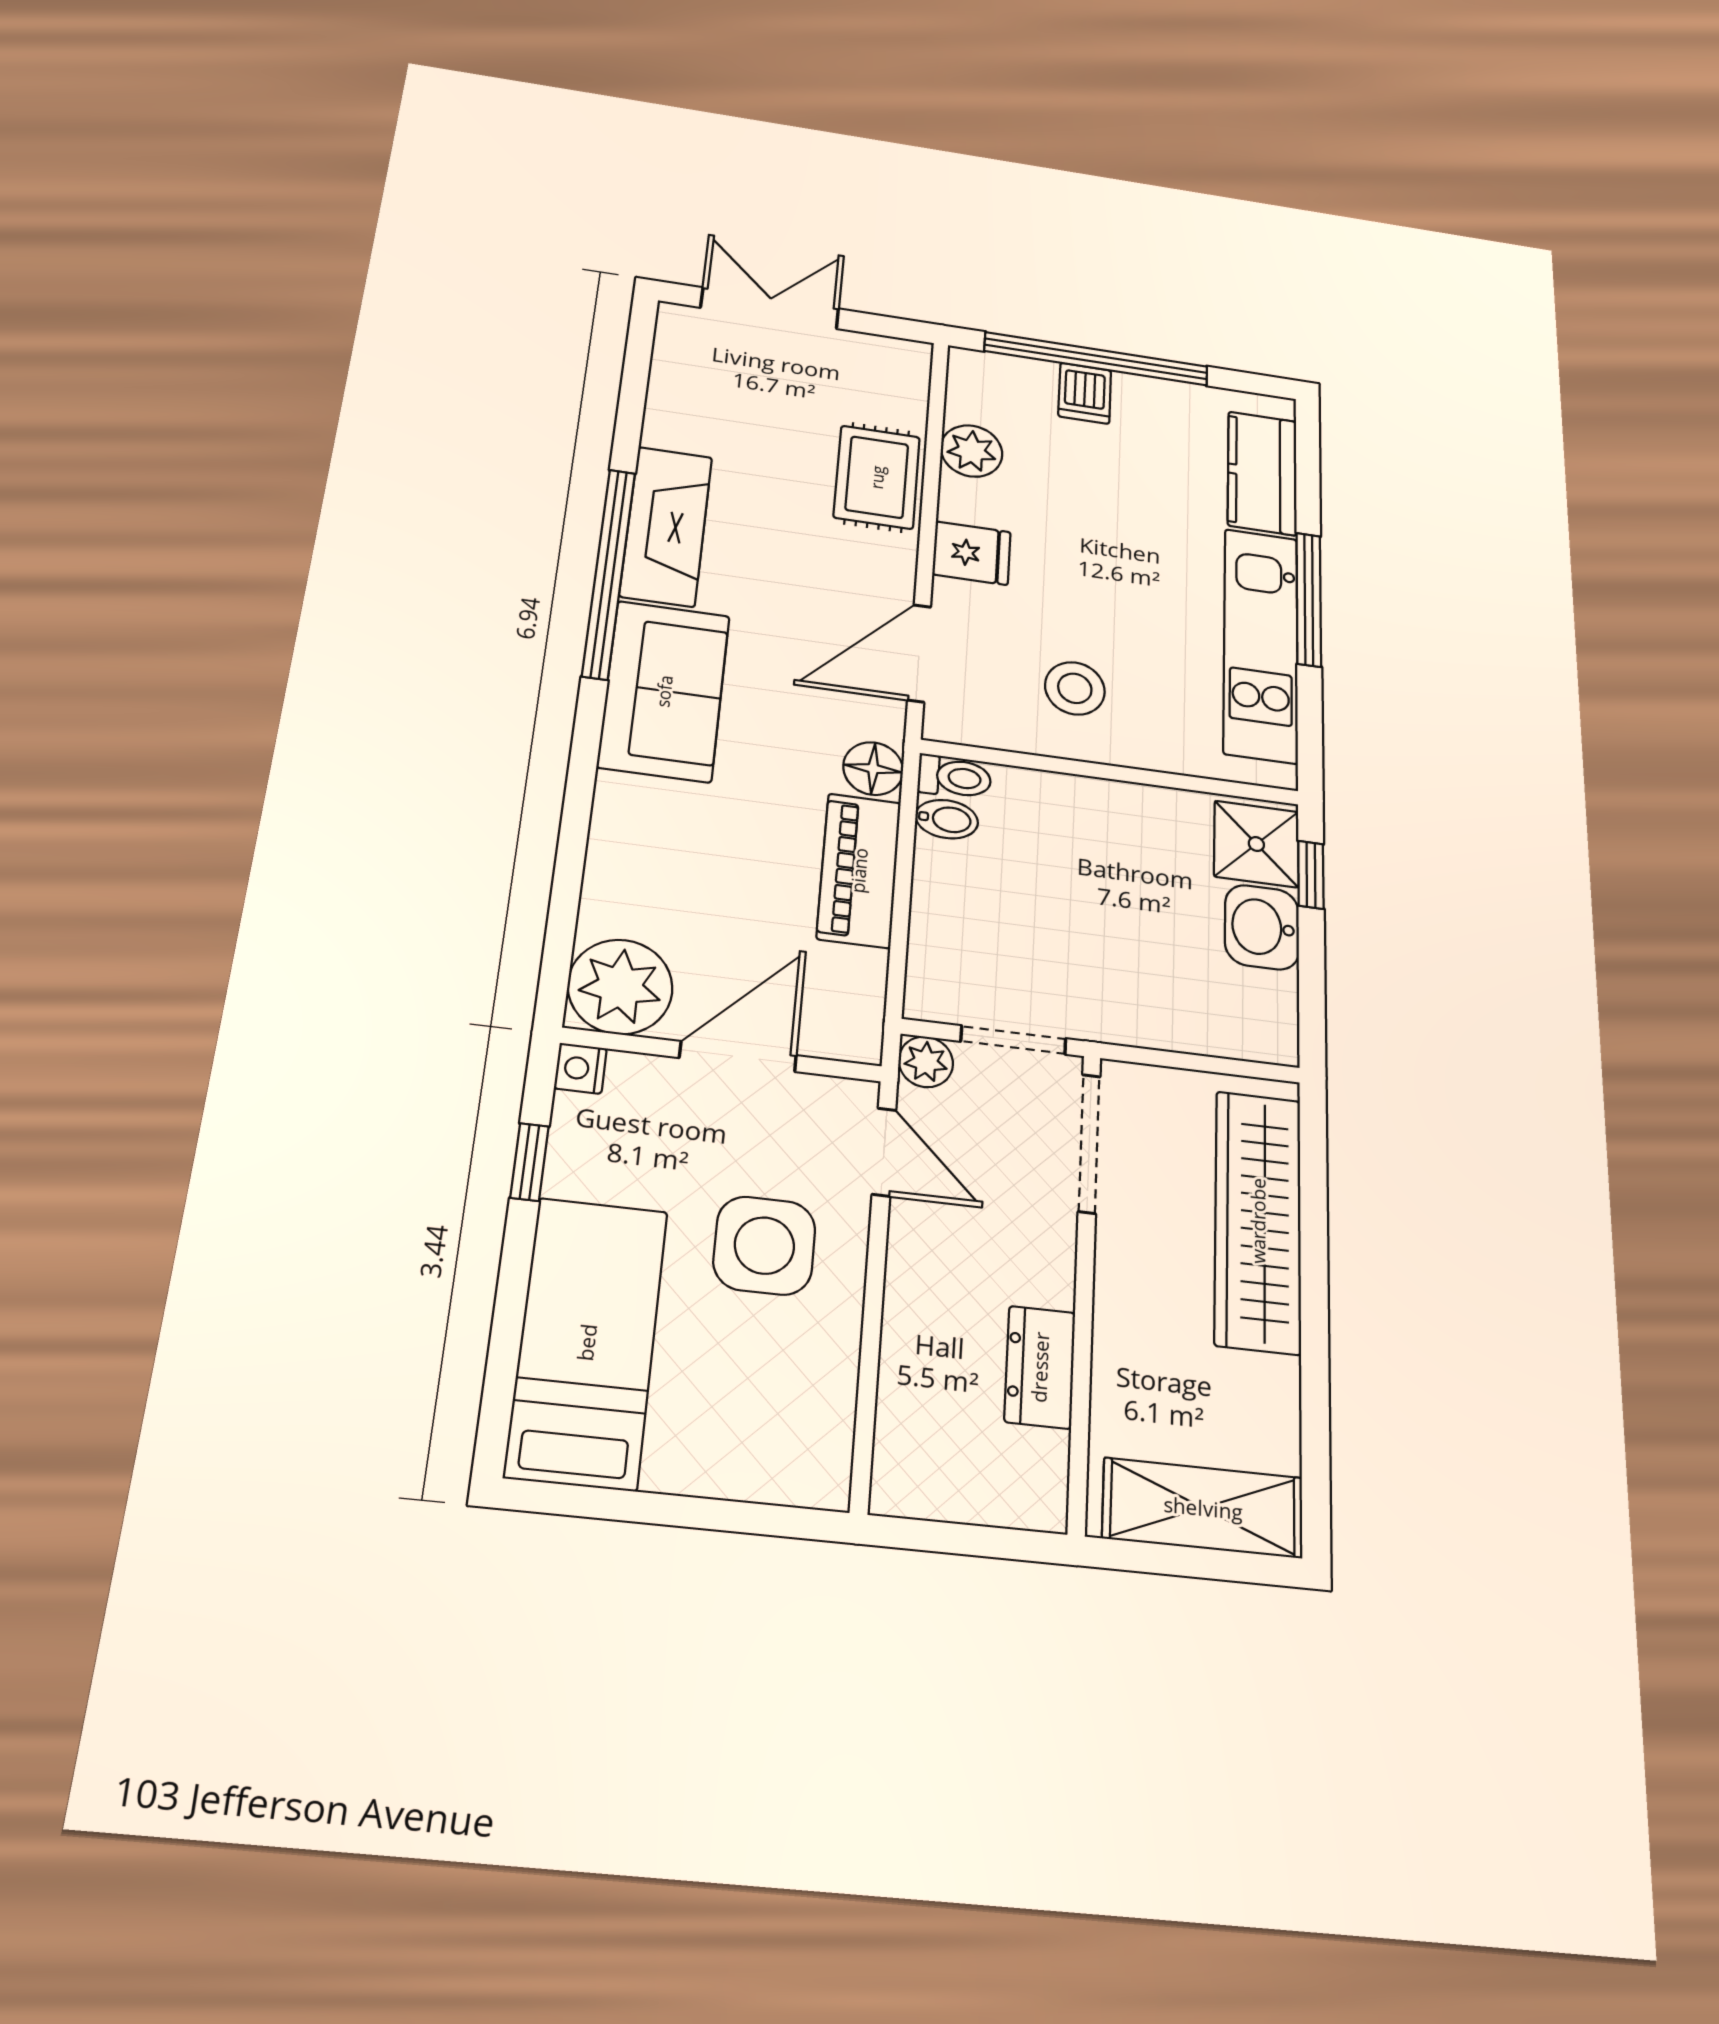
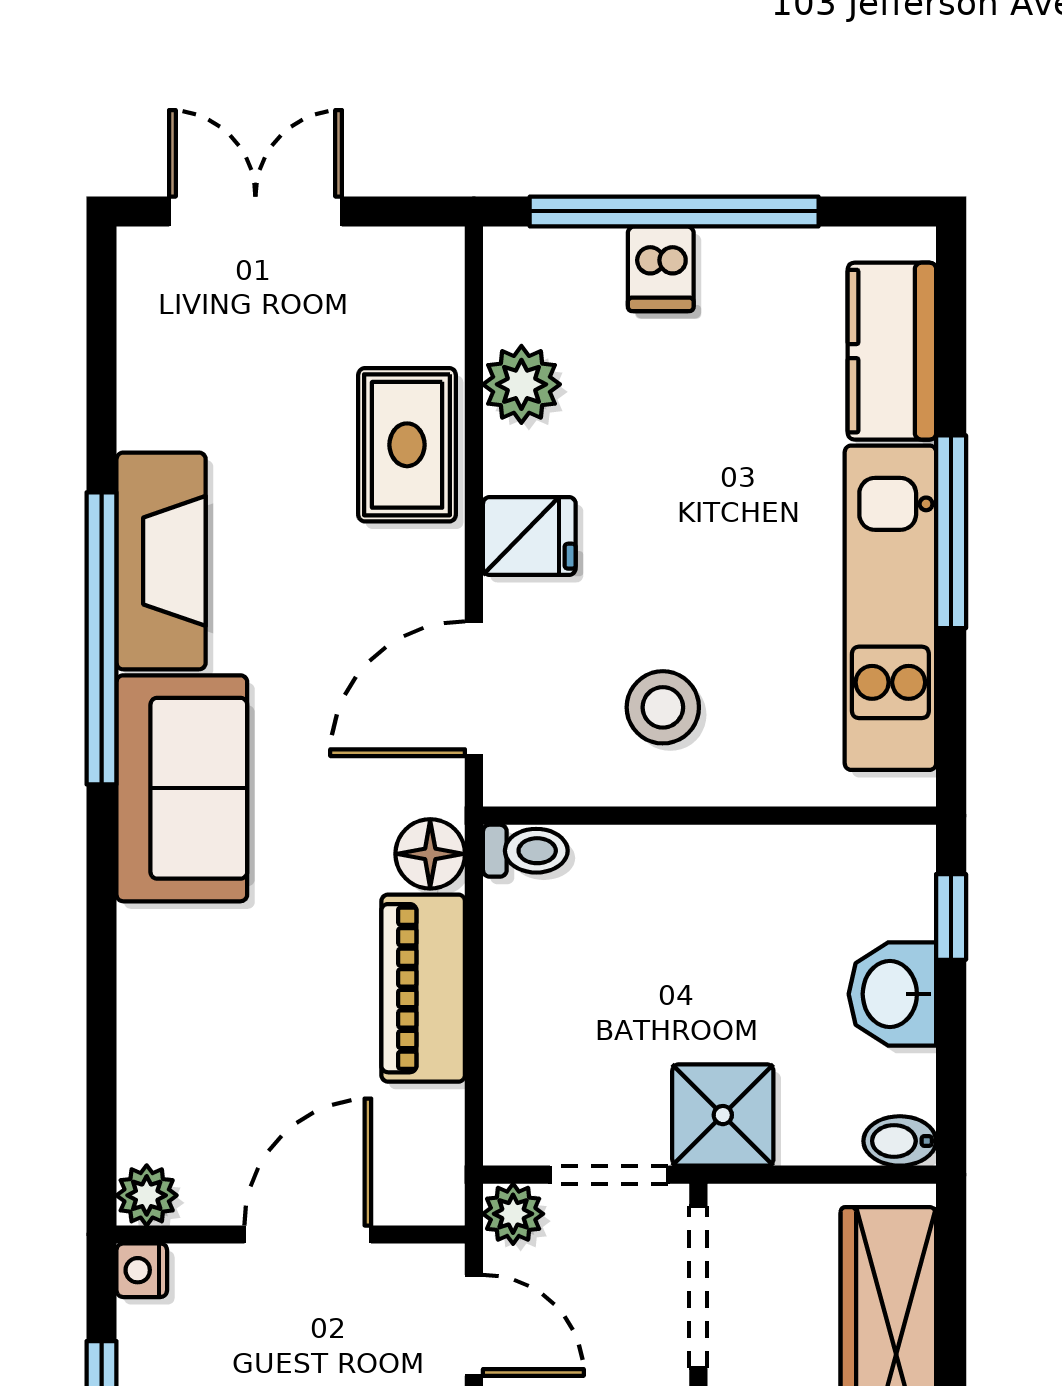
bidet: (947, 819) -> (900, 1141), moved, turned 180
shower: (1256, 844) -> (723, 1115), moved
plant: (620, 987) -> (147, 1195), width x0.53, depth x0.53

